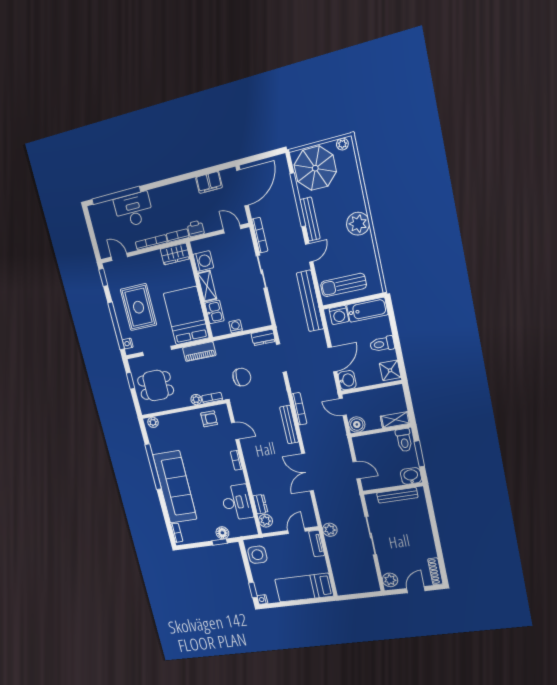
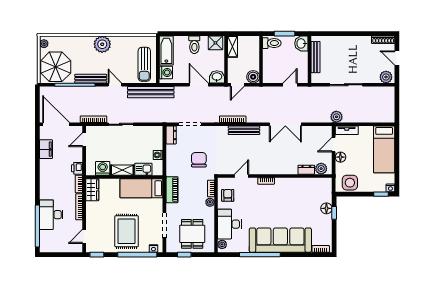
rug: (138, 307) -> (127, 231), turned 90
bed: (186, 316) -> (141, 188), width x0.67
shelving: (395, 420) -> (232, 47), moved
desk: (237, 502) -> (229, 224), moved, turned -90
door: (296, 531) -> (334, 145), hinge flipped
floor lamp: (284, 540) -> (340, 157), added

